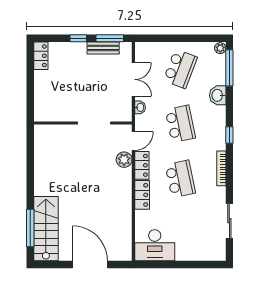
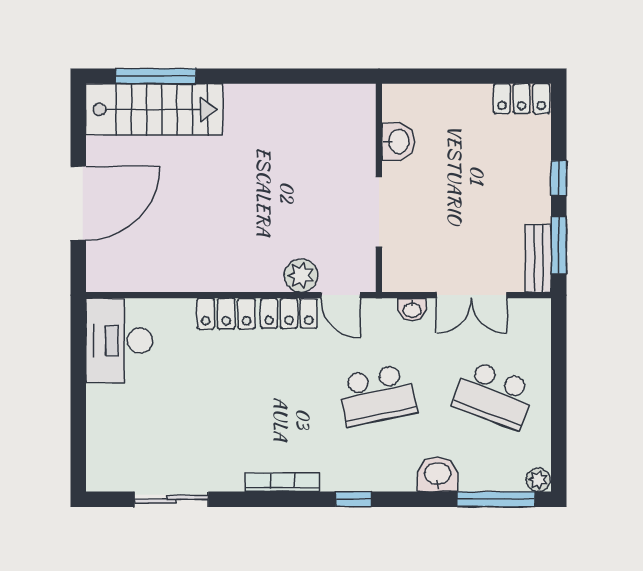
bench: (103, 48) -> (538, 258), moved
washbasin: (61, 114) -> (398, 142), added
school desk: (180, 179) -> (260, 395), removed

